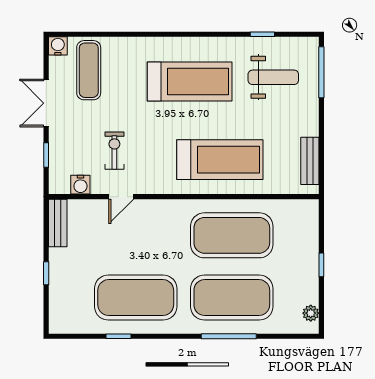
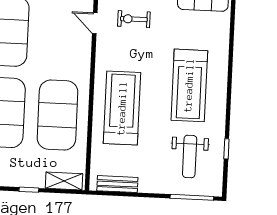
exercise bike: (114, 151) -> (134, 19), turned 180
treadmill: (220, 160) -> (122, 108), turned 180
shelving: (309, 224) -> (64, 181), added

